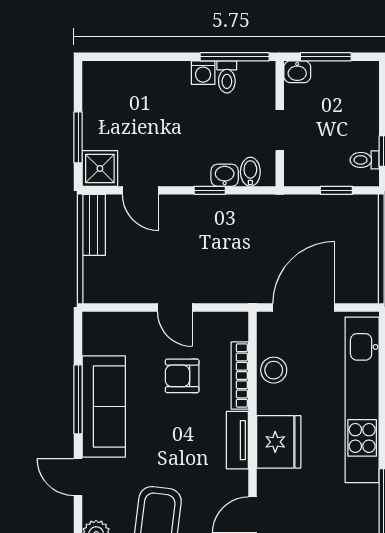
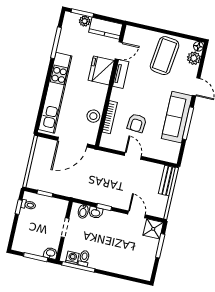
washing machine: (203, 73) -> (72, 258), moved
bench: (94, 225) -> (167, 181), moved
armchair: (182, 376) -> (137, 123), turned 95
tv unit: (237, 440) -> (121, 74), moved
fridge: (279, 442) -> (101, 70), moved

